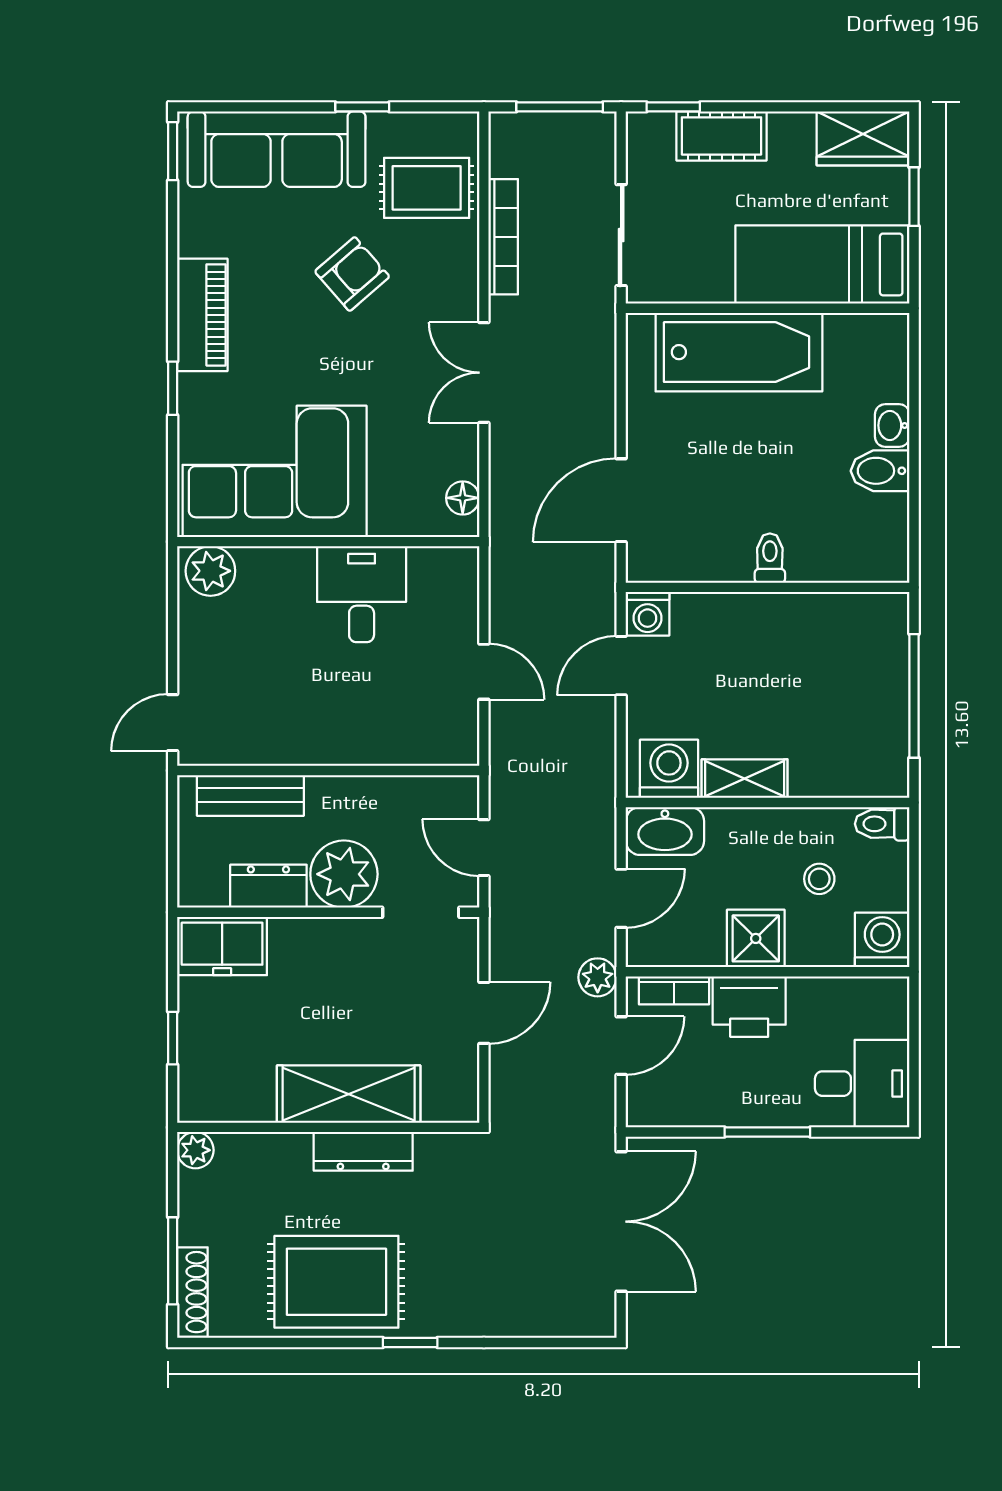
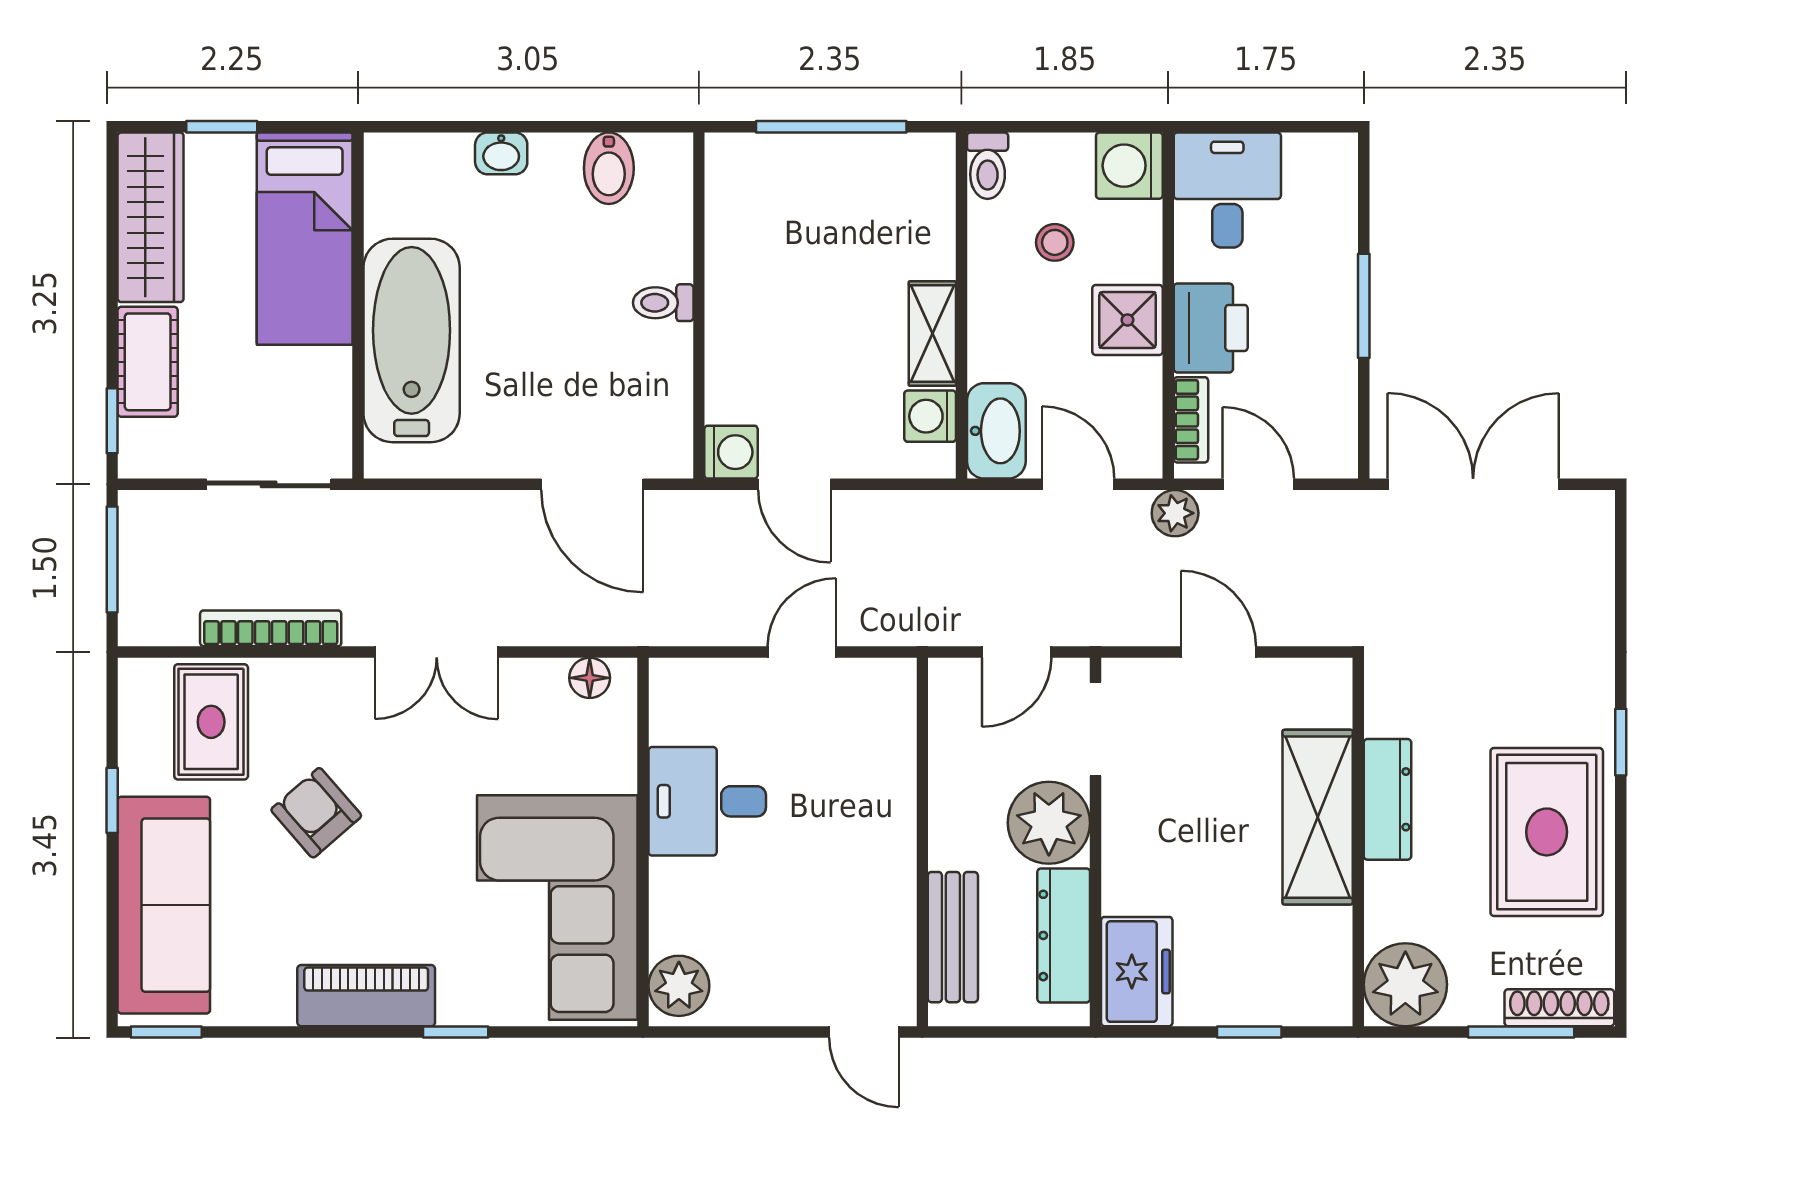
wardrobe: (863, 138) -> (151, 217), width x1.50
bidet: (880, 471) -> (609, 168), moved
washing machine: (669, 769) -> (930, 416), width x0.73, depth x0.73
dresser: (268, 886) -> (1064, 935), width x1.44
desk: (862, 1084) -> (1227, 190), moved
plant: (195, 1150) -> (1405, 985), width x1.87, depth x1.87

